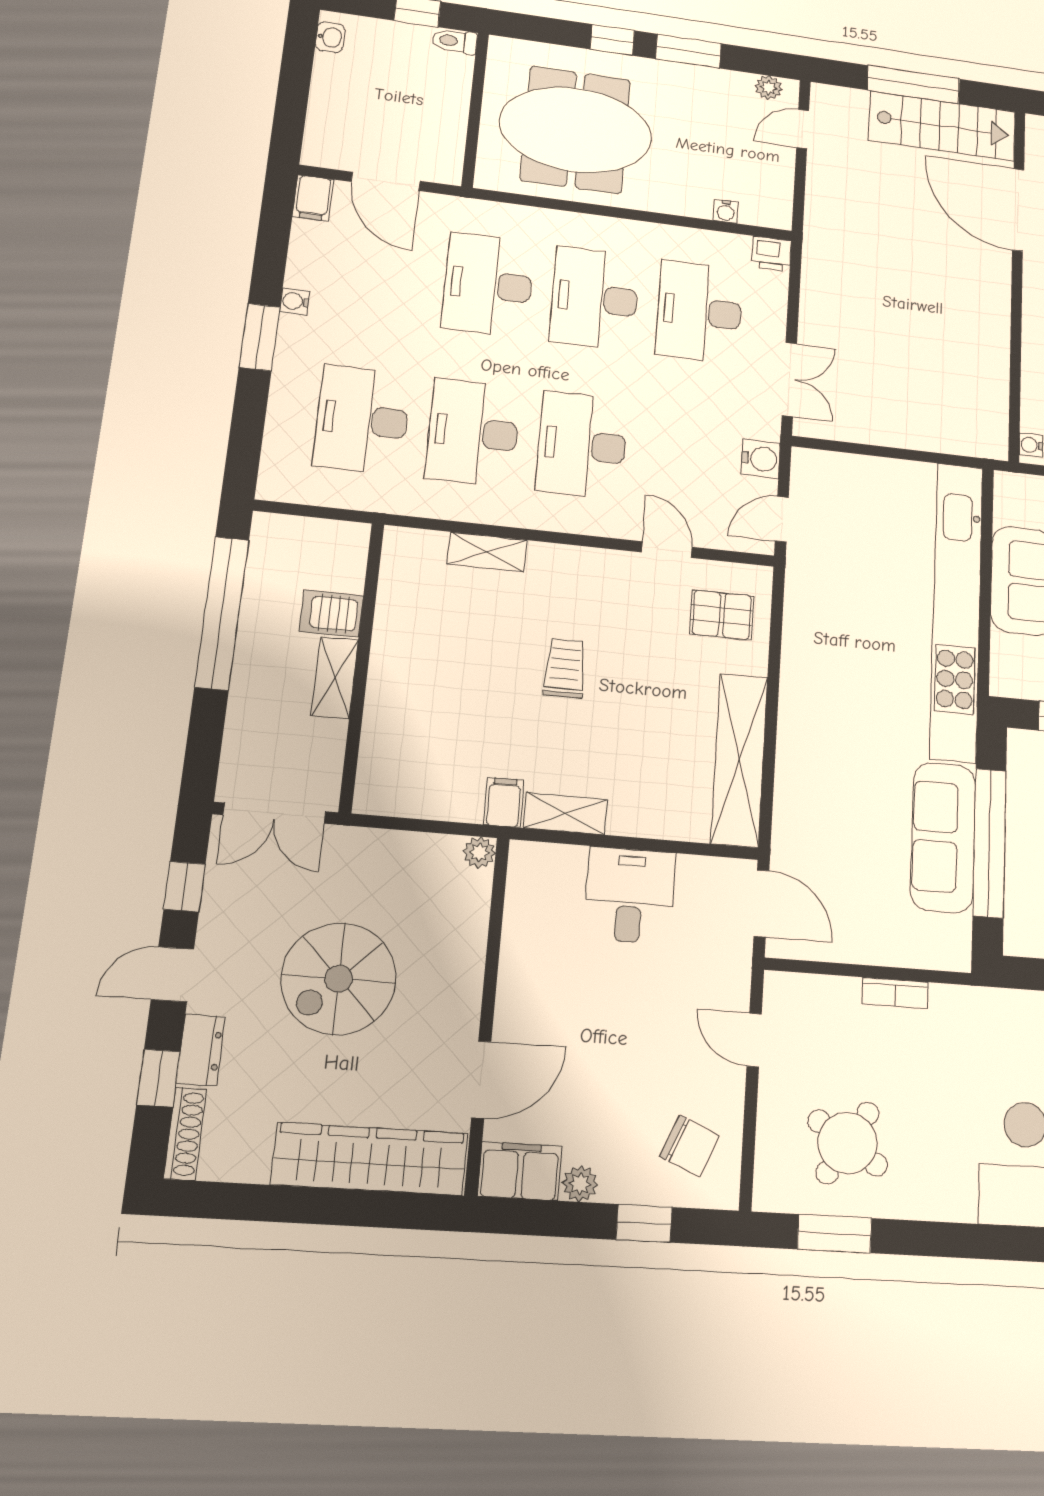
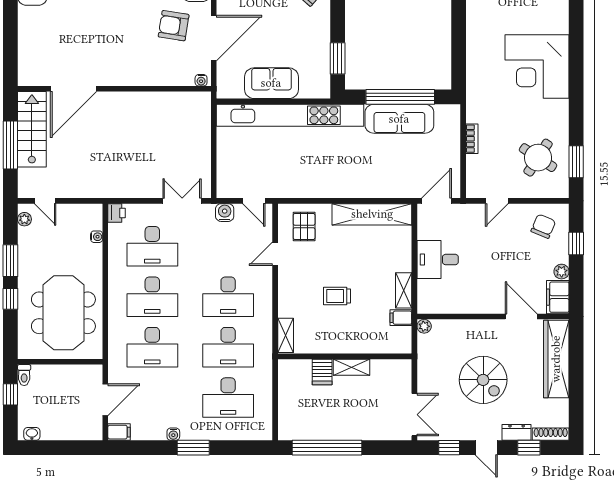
server rack: (331, 613) -> (322, 372), moved
wall: (362, 665) -> (345, 356), moved
shelving: (335, 678) -> (352, 367), moved

